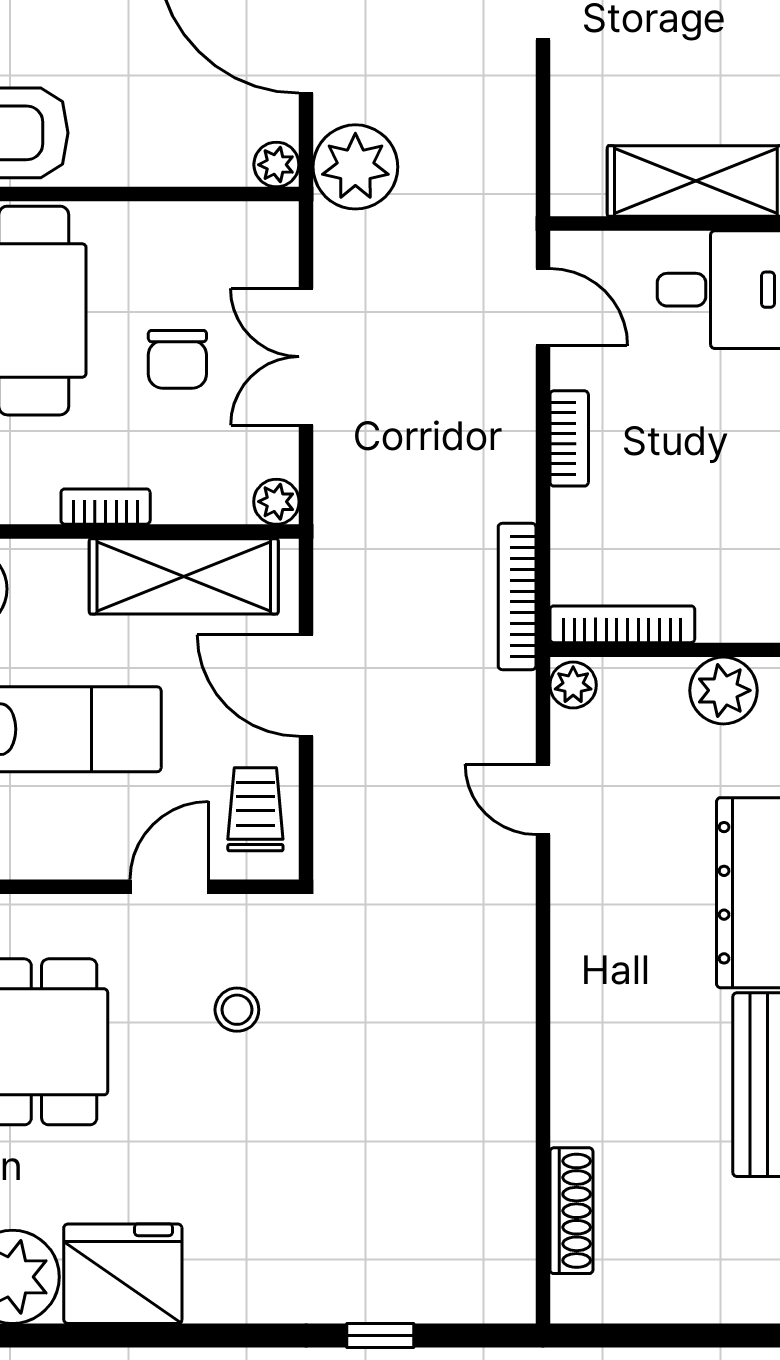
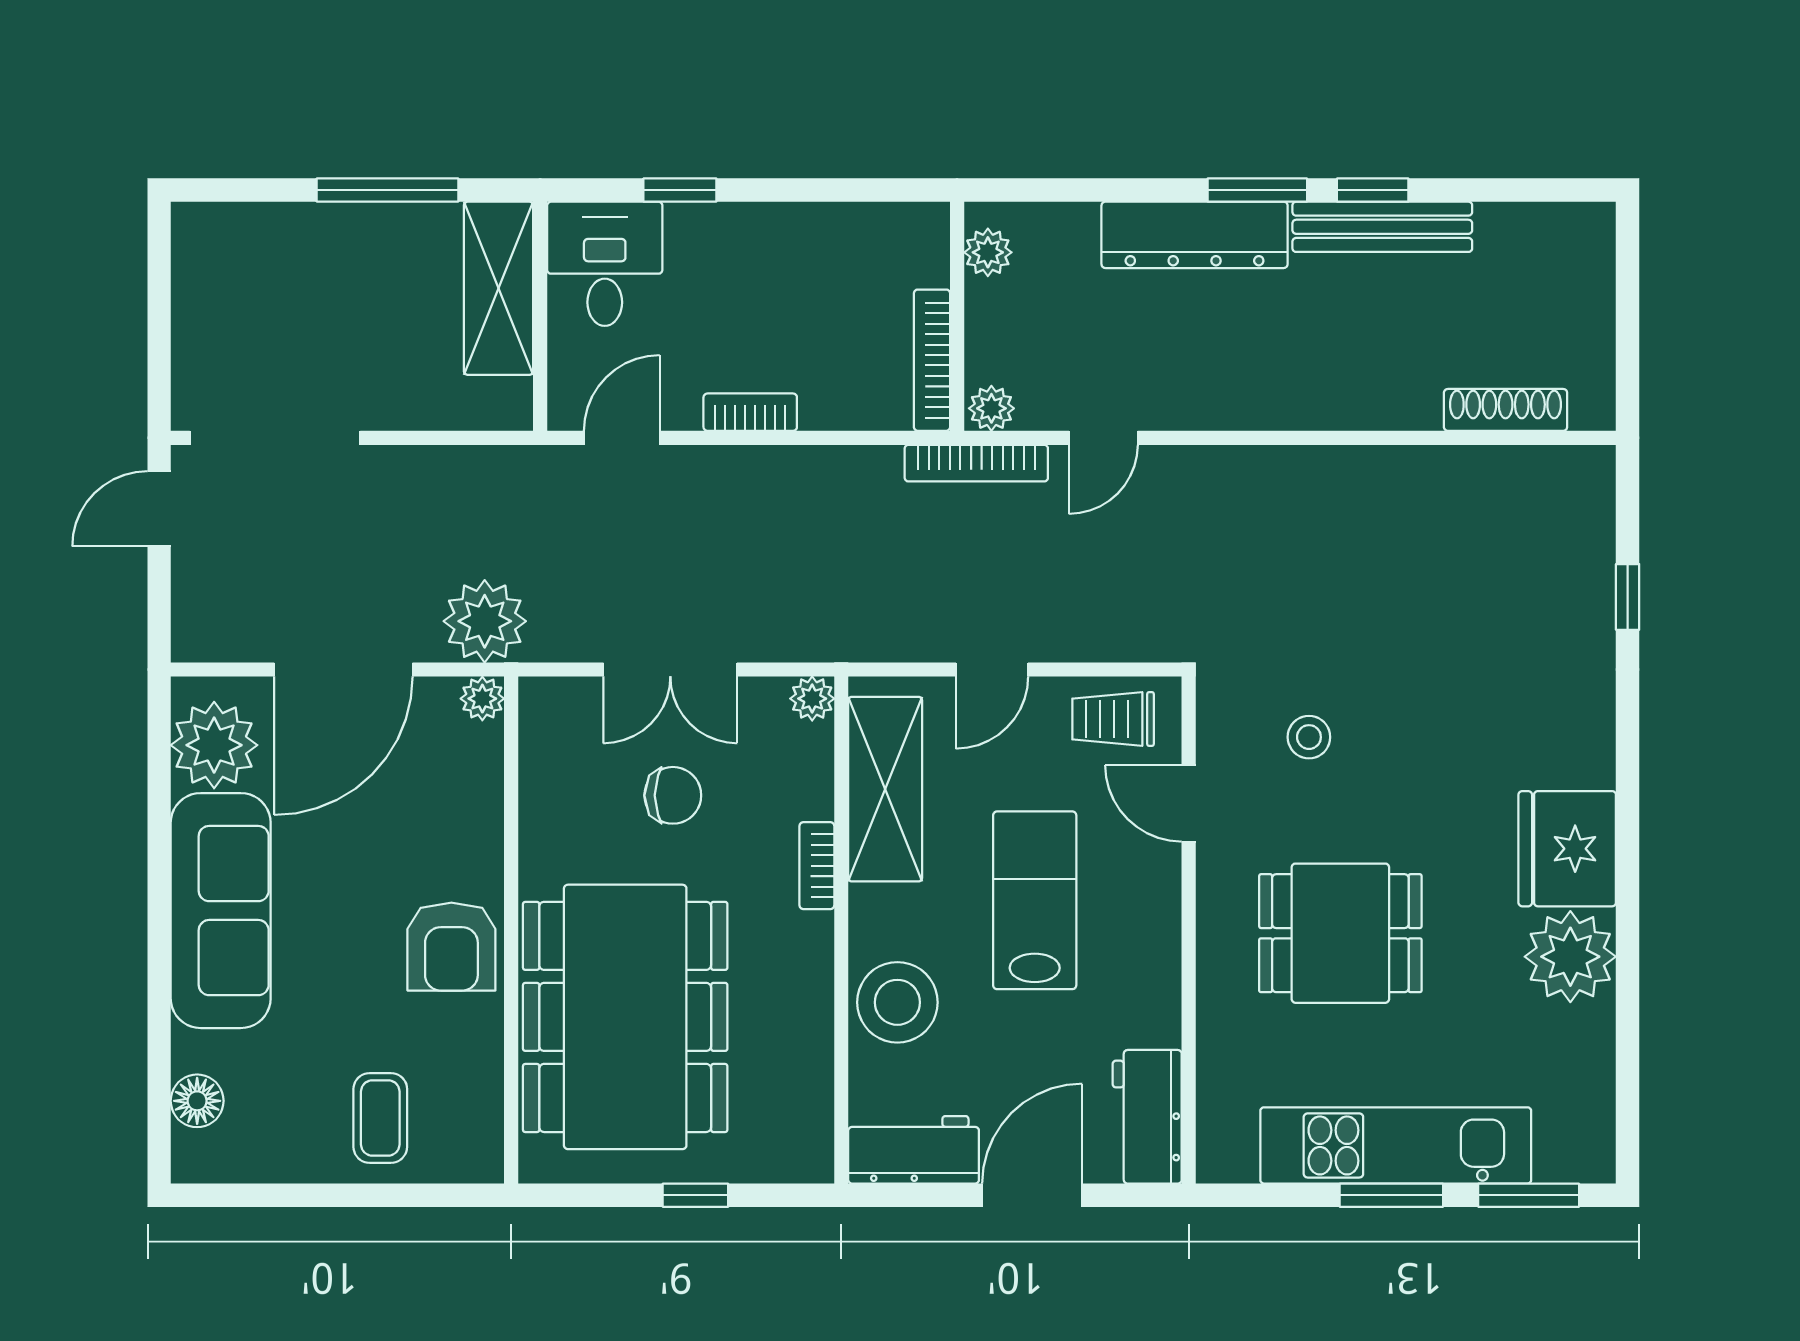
bookcase: (517, 597) -> (976, 463), moved
door: (306, 686) -> (992, 669), width x0.73
plant: (723, 690) -> (988, 252), width x0.73, depth x0.73

